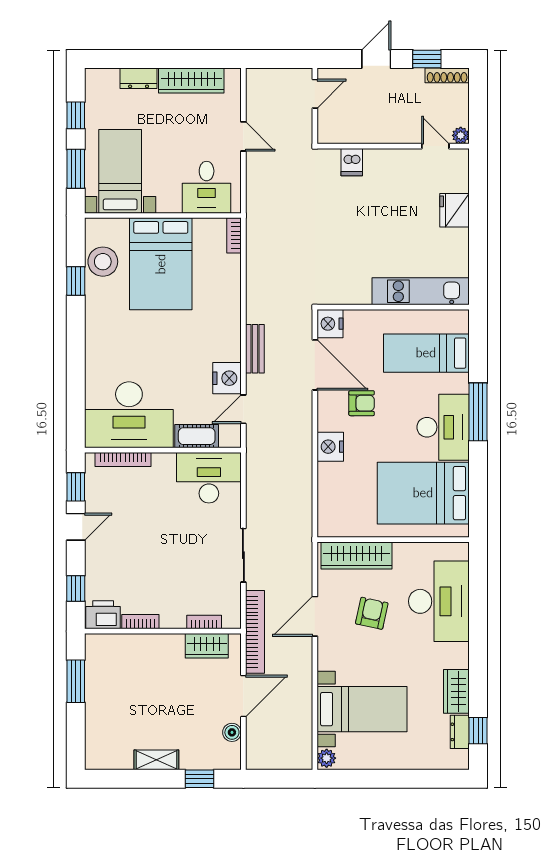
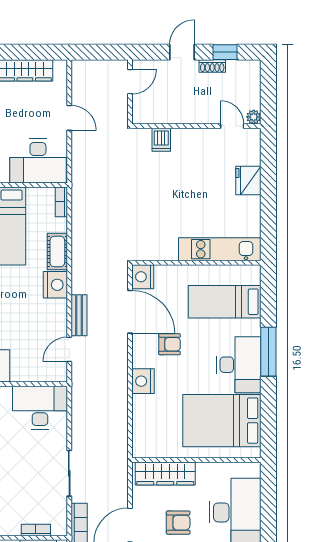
shoe rack: (447, 75) -> (212, 66), moved, width x0.70
desk: (207, 187) -> (38, 161), width x1.37
bench: (255, 349) -> (79, 315), moved
nightstand: (227, 378) -> (55, 285), moved
cot: (197, 436) -> (57, 252), moved, turned 90
armchair: (372, 613) -> (178, 523), turned 78

